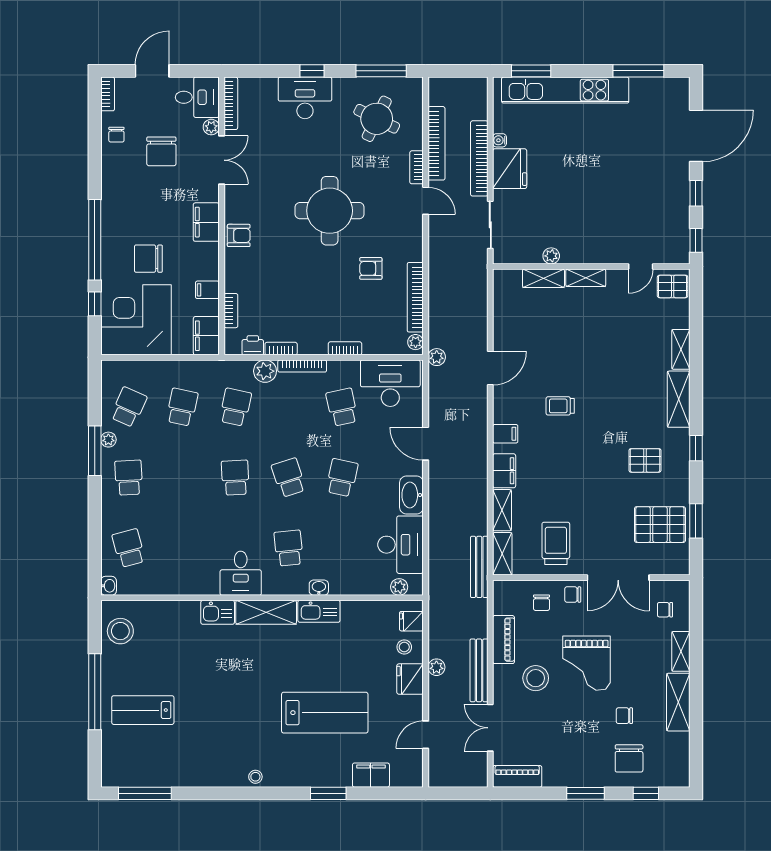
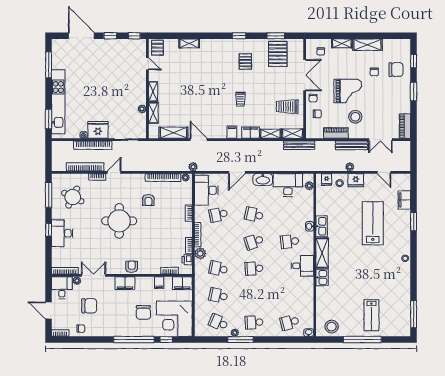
shelving: (679, 399) -> (173, 133), moved
trolley: (560, 406) -> (240, 99), moved

